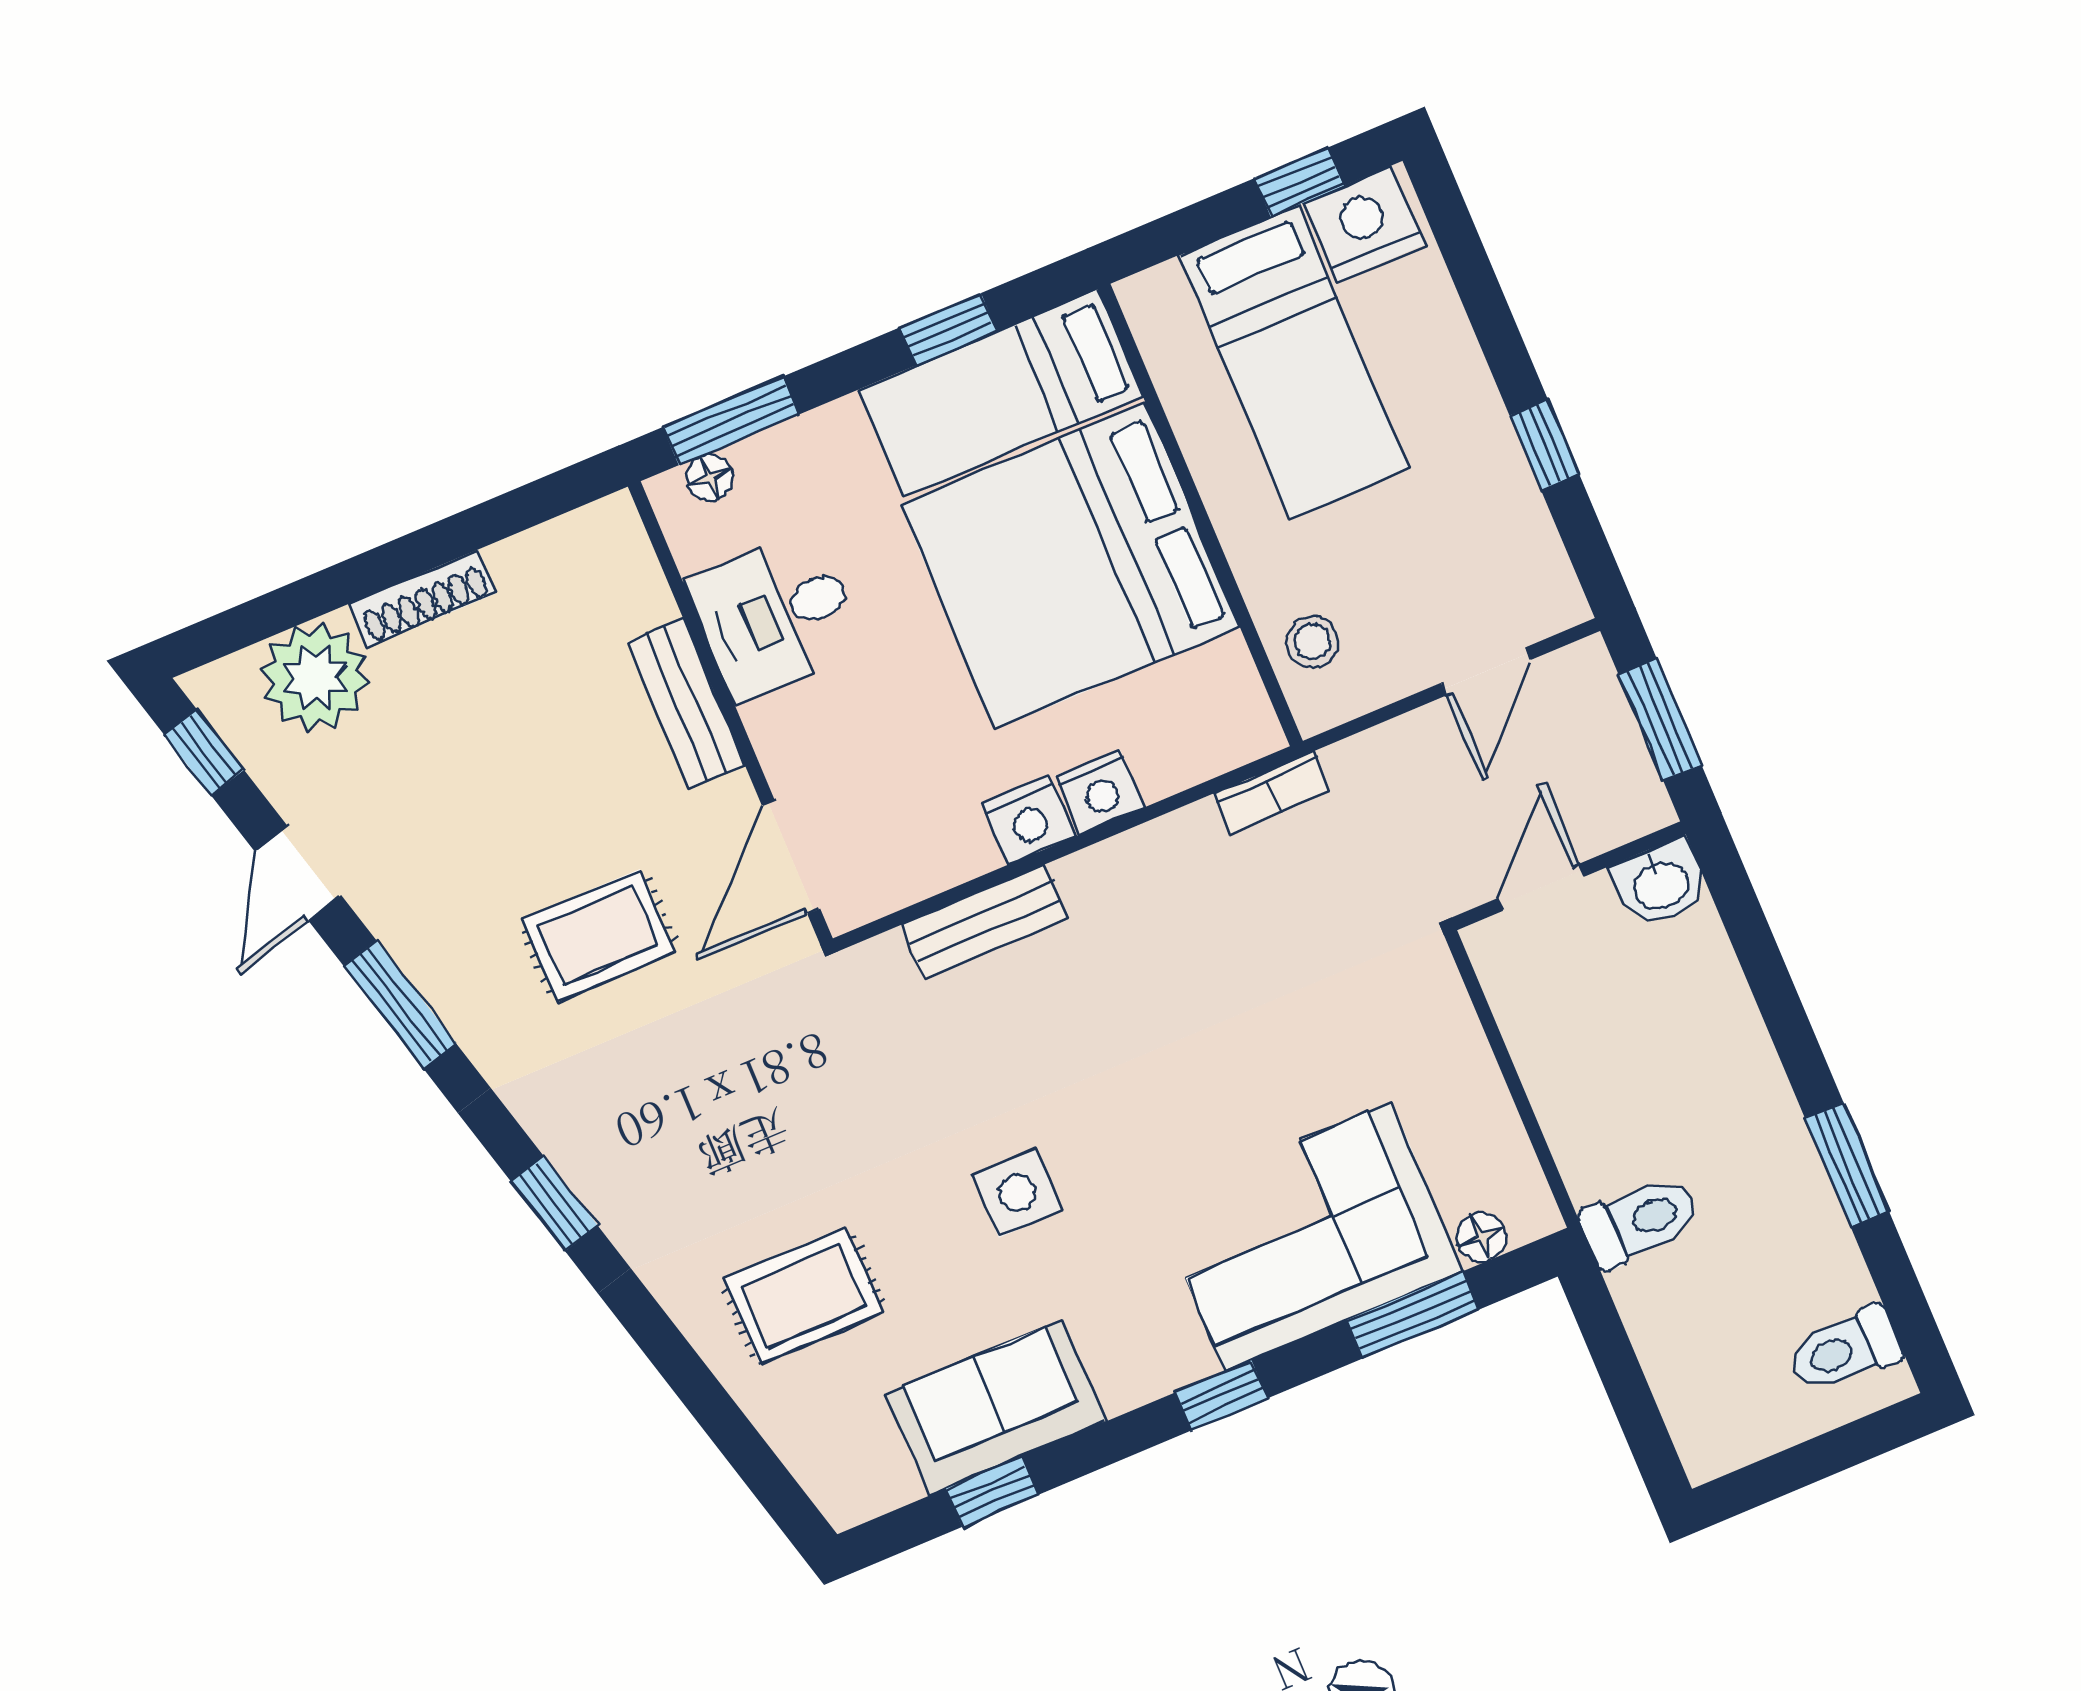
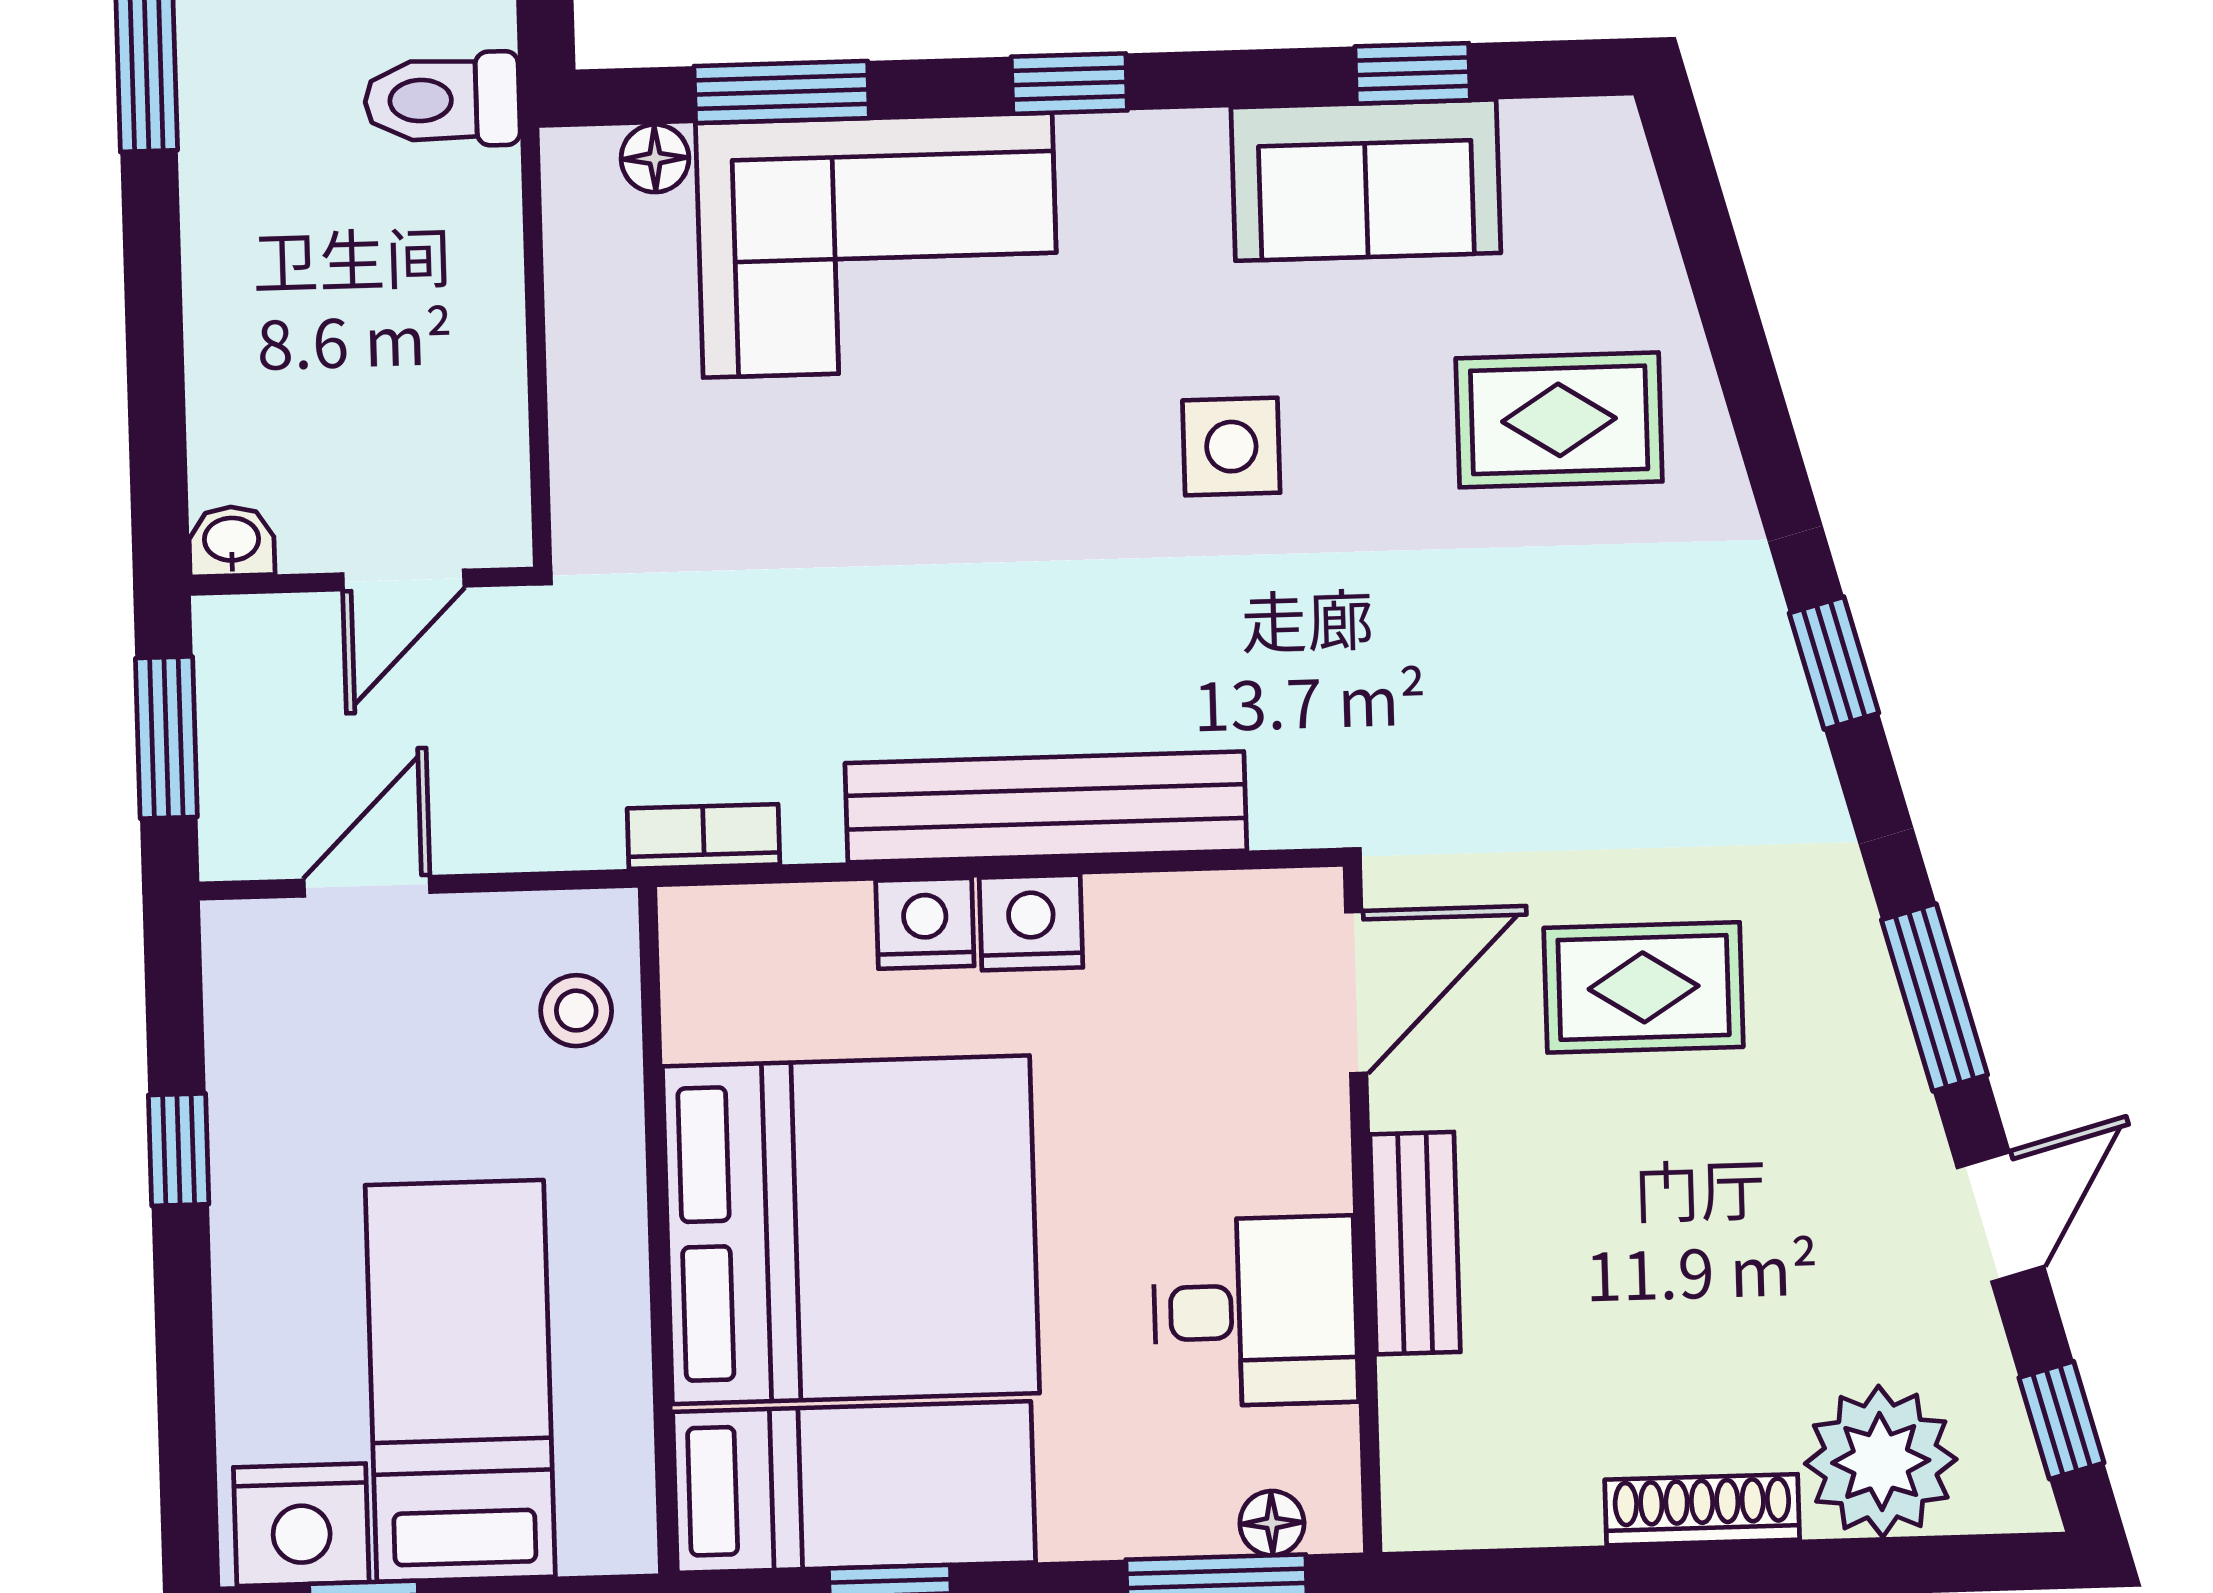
washbasin: (1660, 884) -> (232, 541), width x0.72, depth x0.69
bench: (985, 922) -> (1046, 807), width x1.86, depth x1.21

